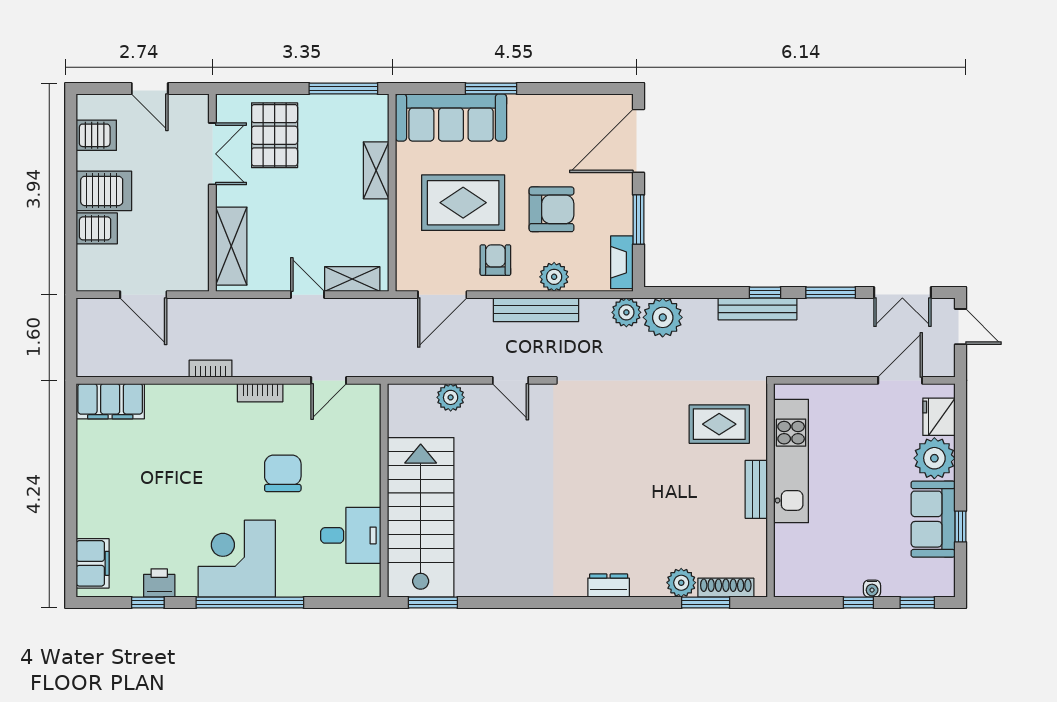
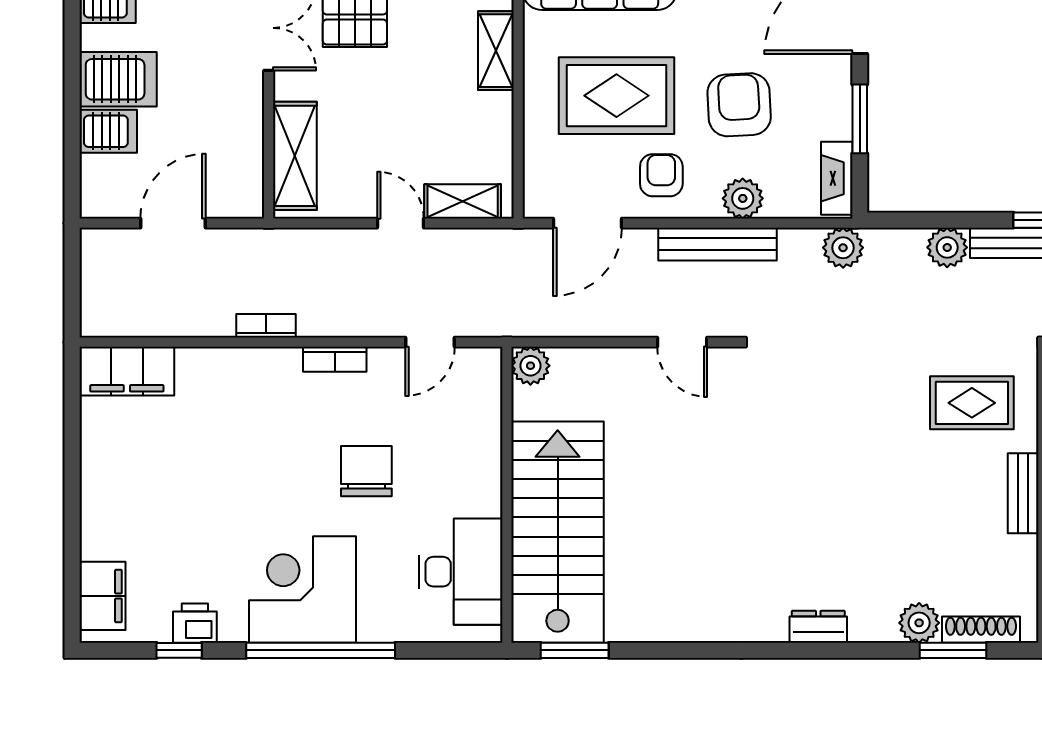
armchair: (551, 209) -> (739, 105), turned -93
door: (143, 295) -> (173, 223), swing flipped
plant: (663, 317) -> (947, 247), moved, width x0.73, depth x0.73
plant: (451, 397) -> (530, 366), moved
desk: (351, 535) -> (461, 572), width x1.37

